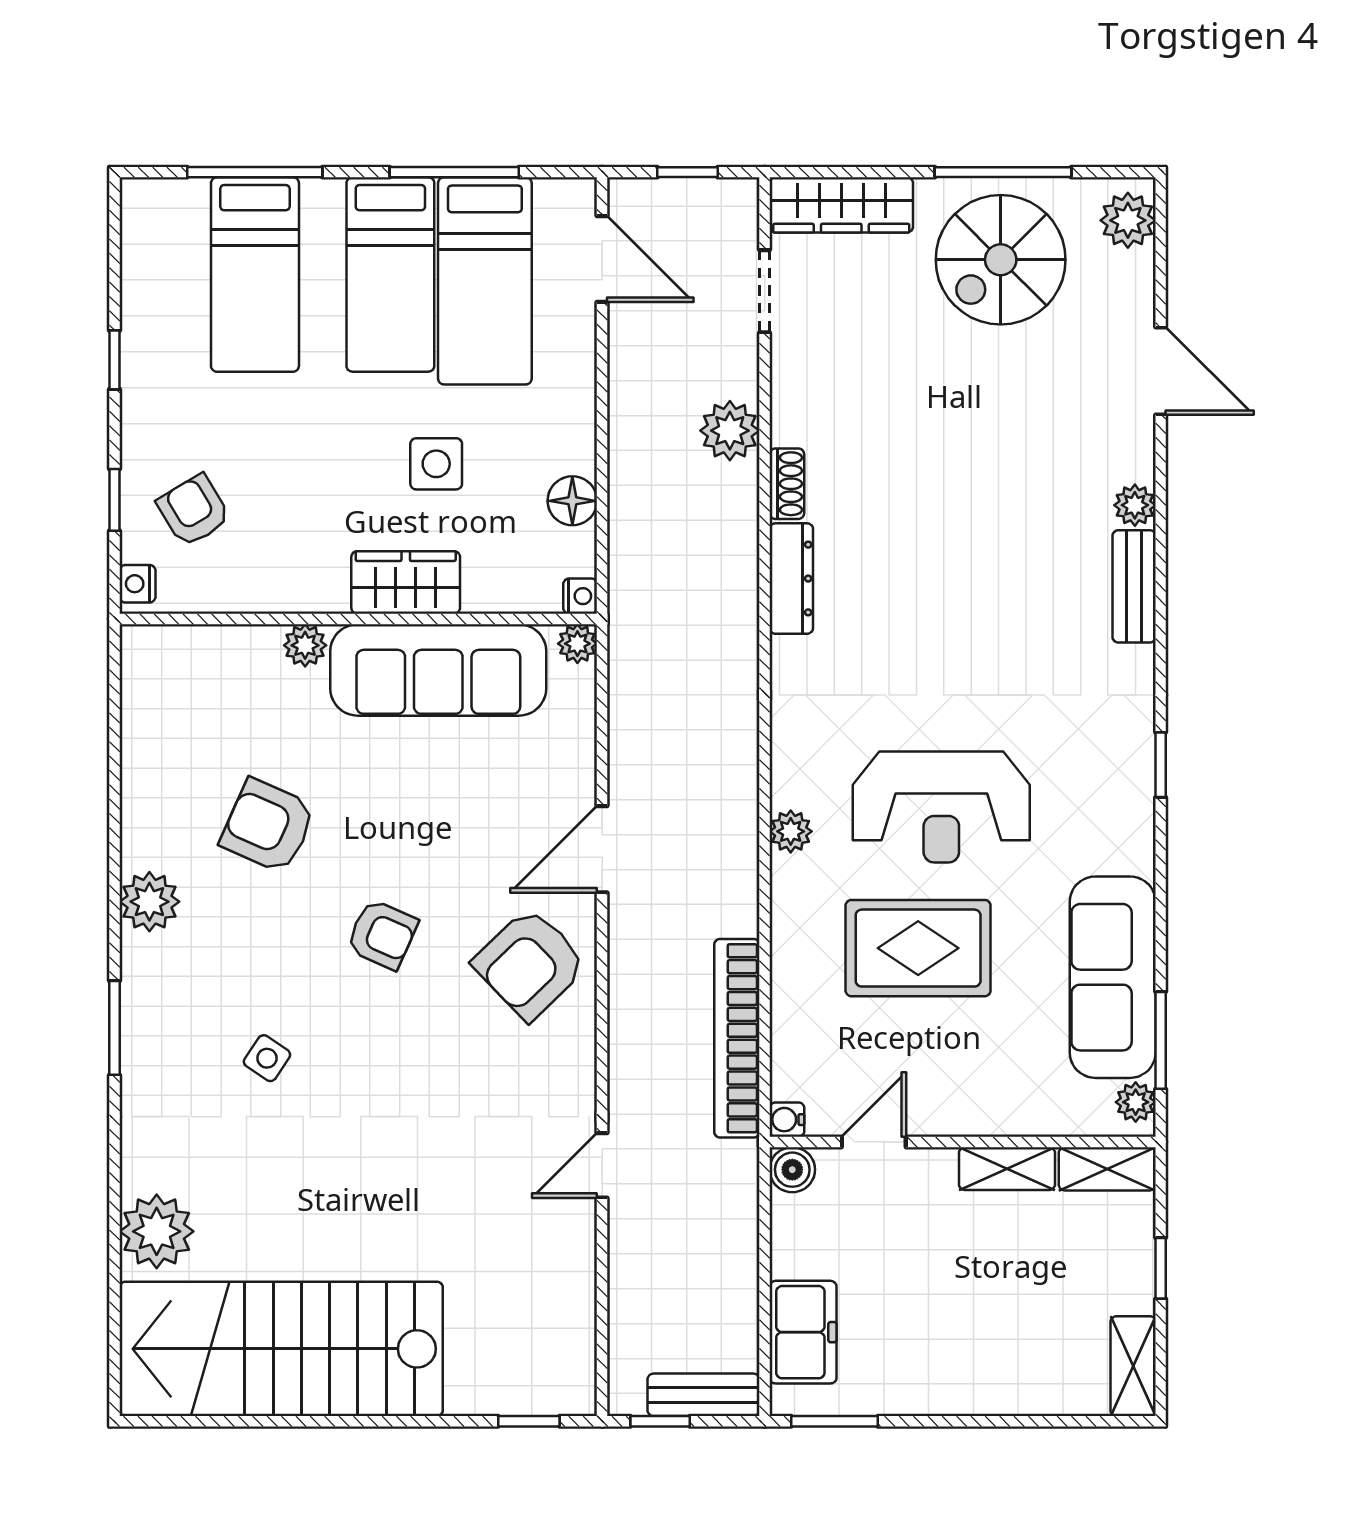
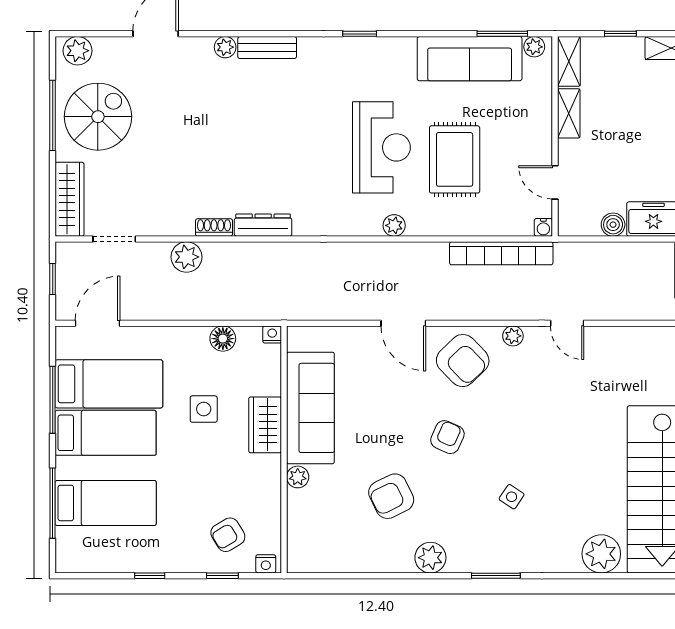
spiral stairs: (1001, 260) -> (98, 117), turned -90
plant: (577, 644) -> (513, 336), moved
armchair: (268, 826) -> (391, 496), turned 40
boiler: (792, 1170) -> (613, 225), moved

